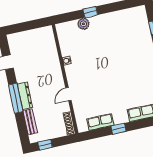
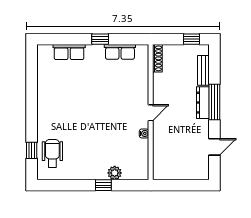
wheelchair: (137, 29) -> (52, 153), added
door: (68, 94) -> (151, 113), moved

